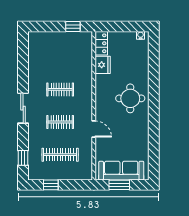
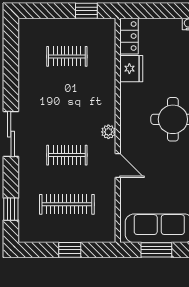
clothes rail: (60, 89) -> (67, 56), moved
plant: (88, 107) -> (108, 132), added
window: (51, 185) -> (70, 250), moved

